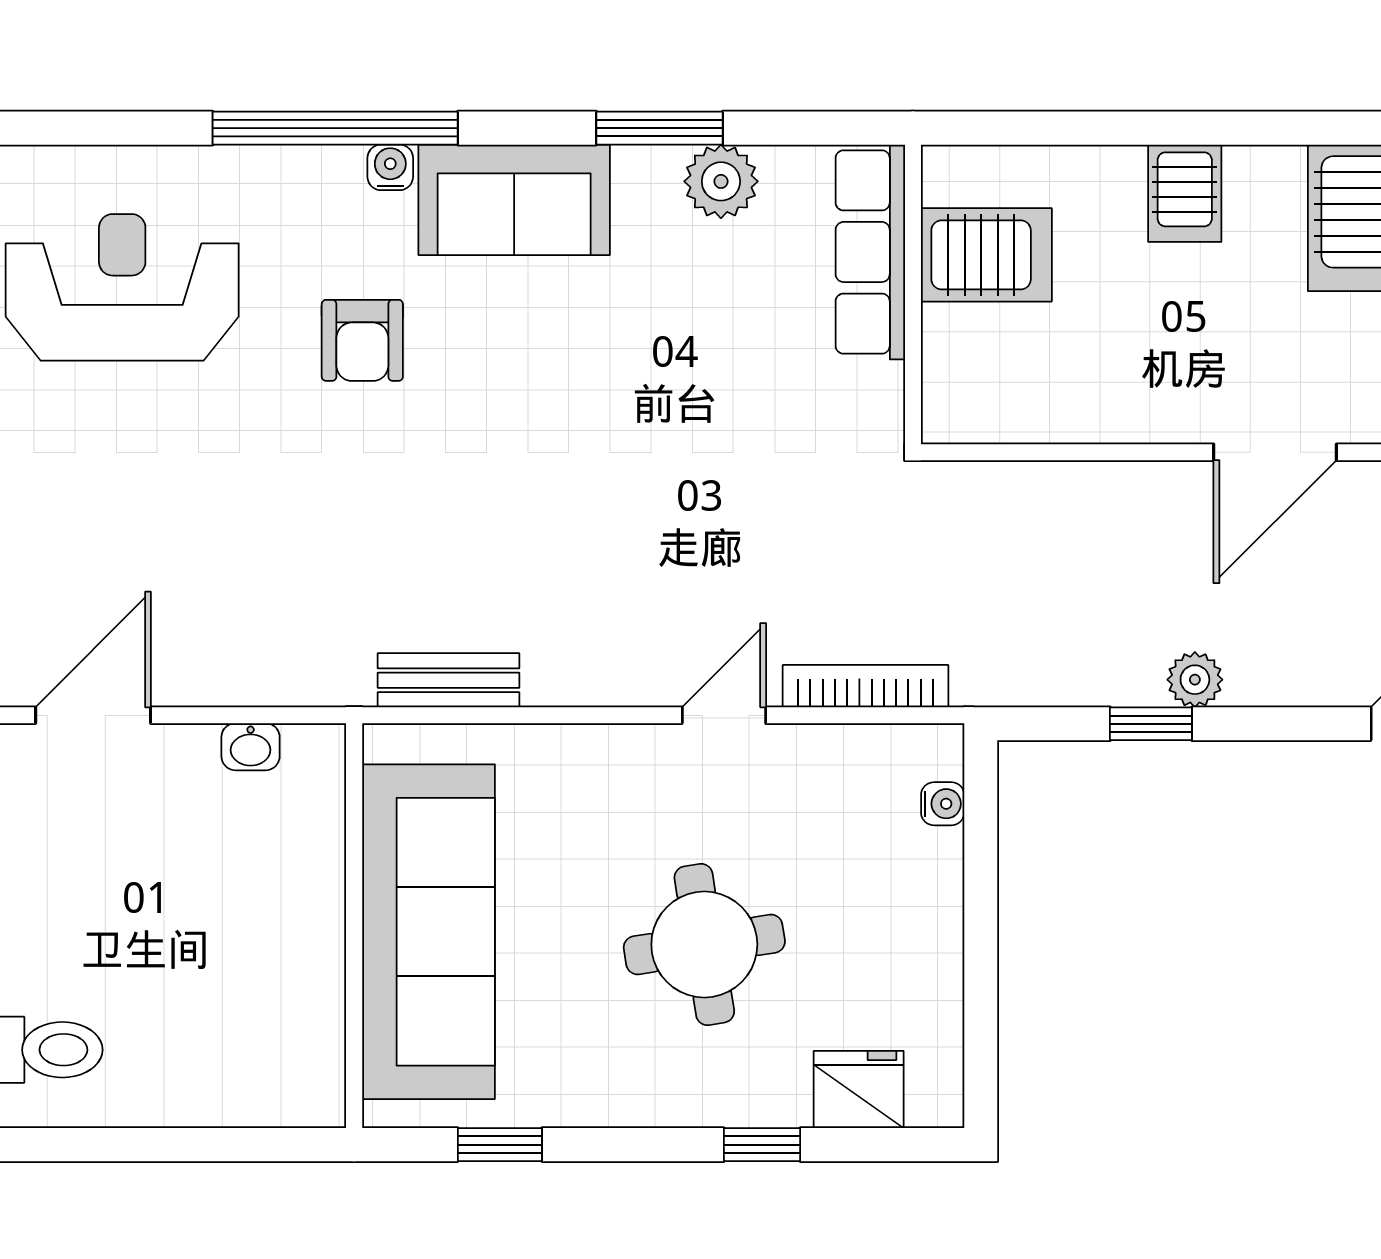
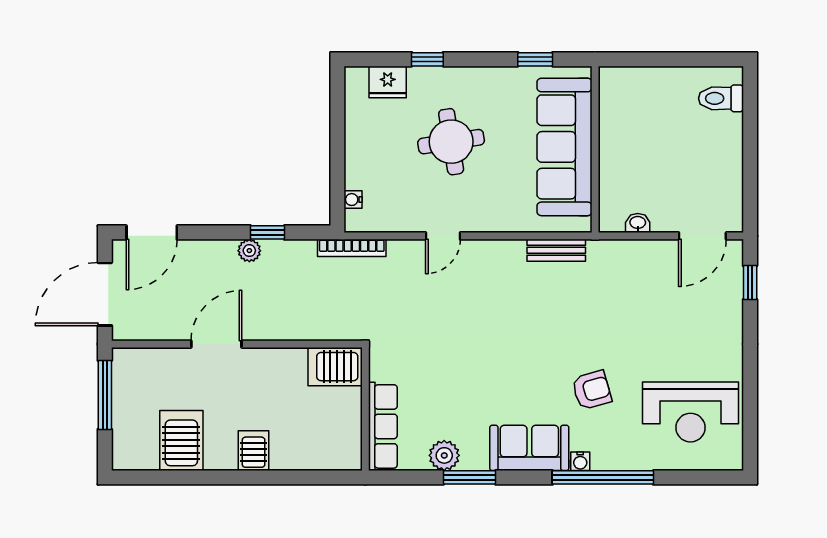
server rack: (986, 255) -> (335, 367), moved
armchair: (362, 340) -> (592, 390), turned 74
bookcase: (866, 686) -> (352, 248), moved

